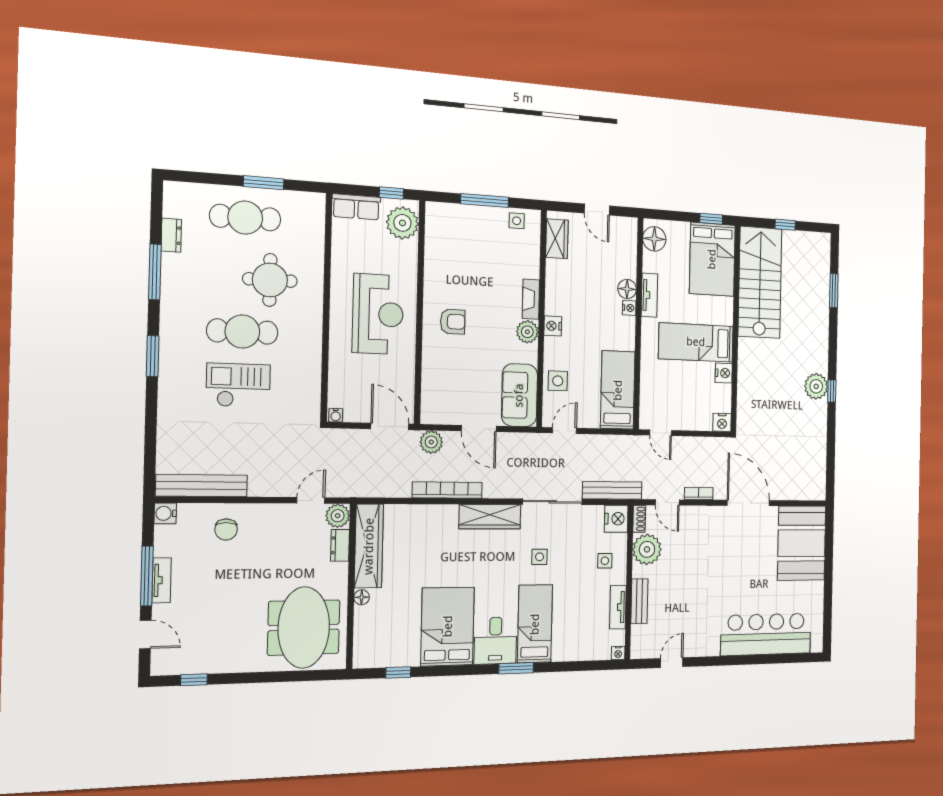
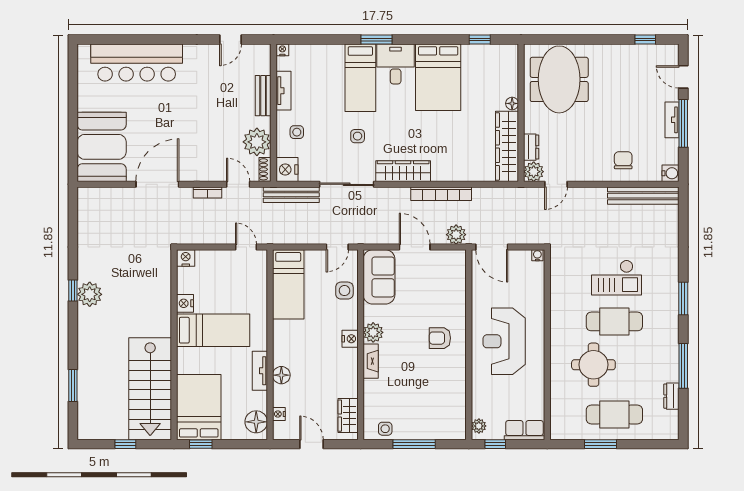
plant: (402, 223) -> (479, 426), width x0.53, depth x0.53
nightstand: (629, 308) -> (279, 414), moved
door: (748, 503) -> (157, 184), swing flipped

